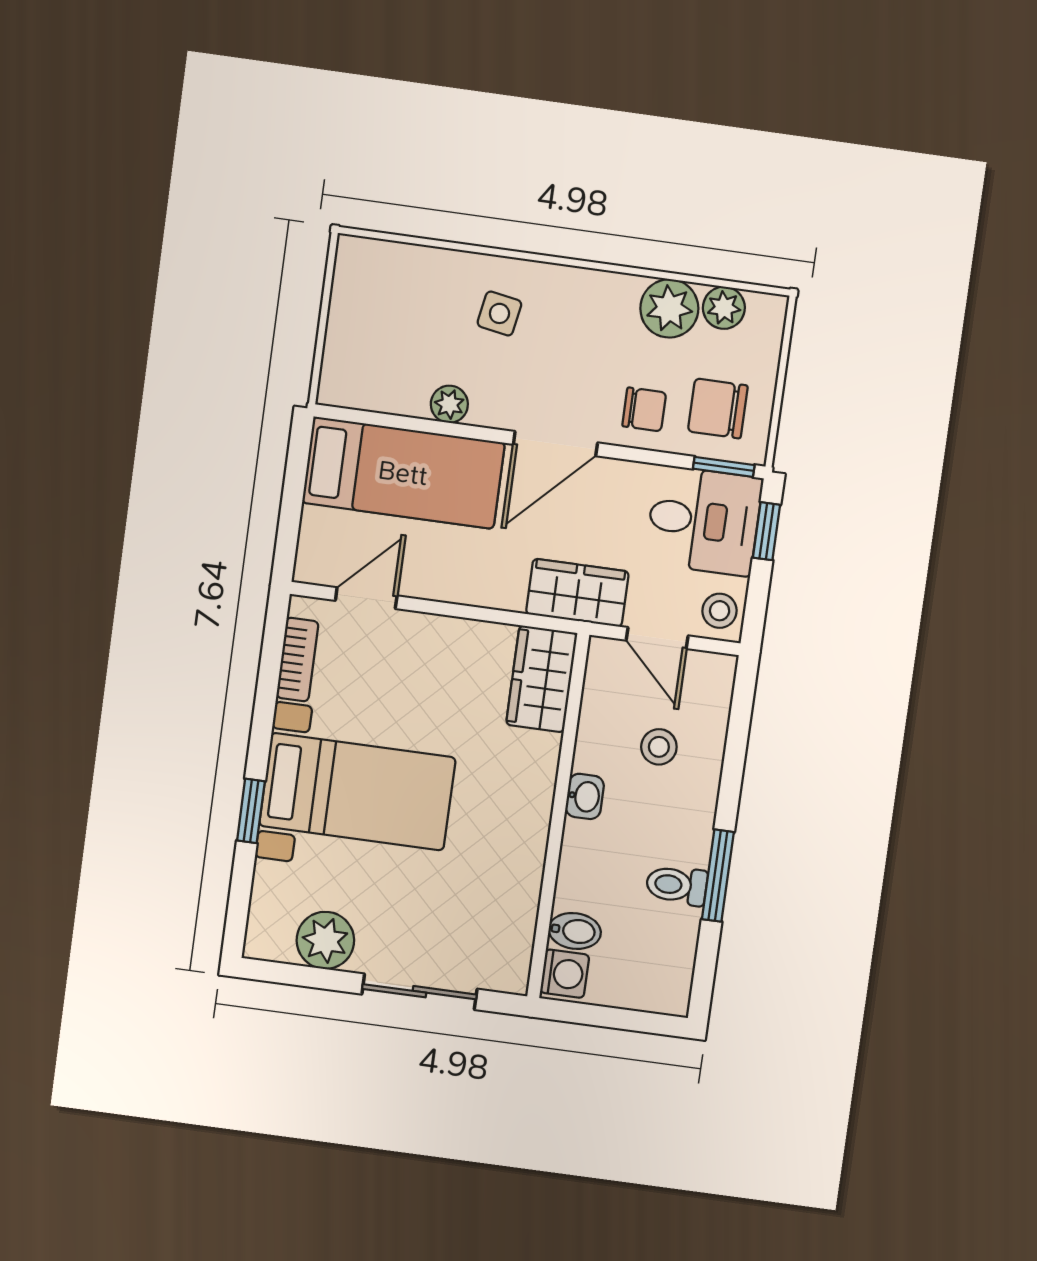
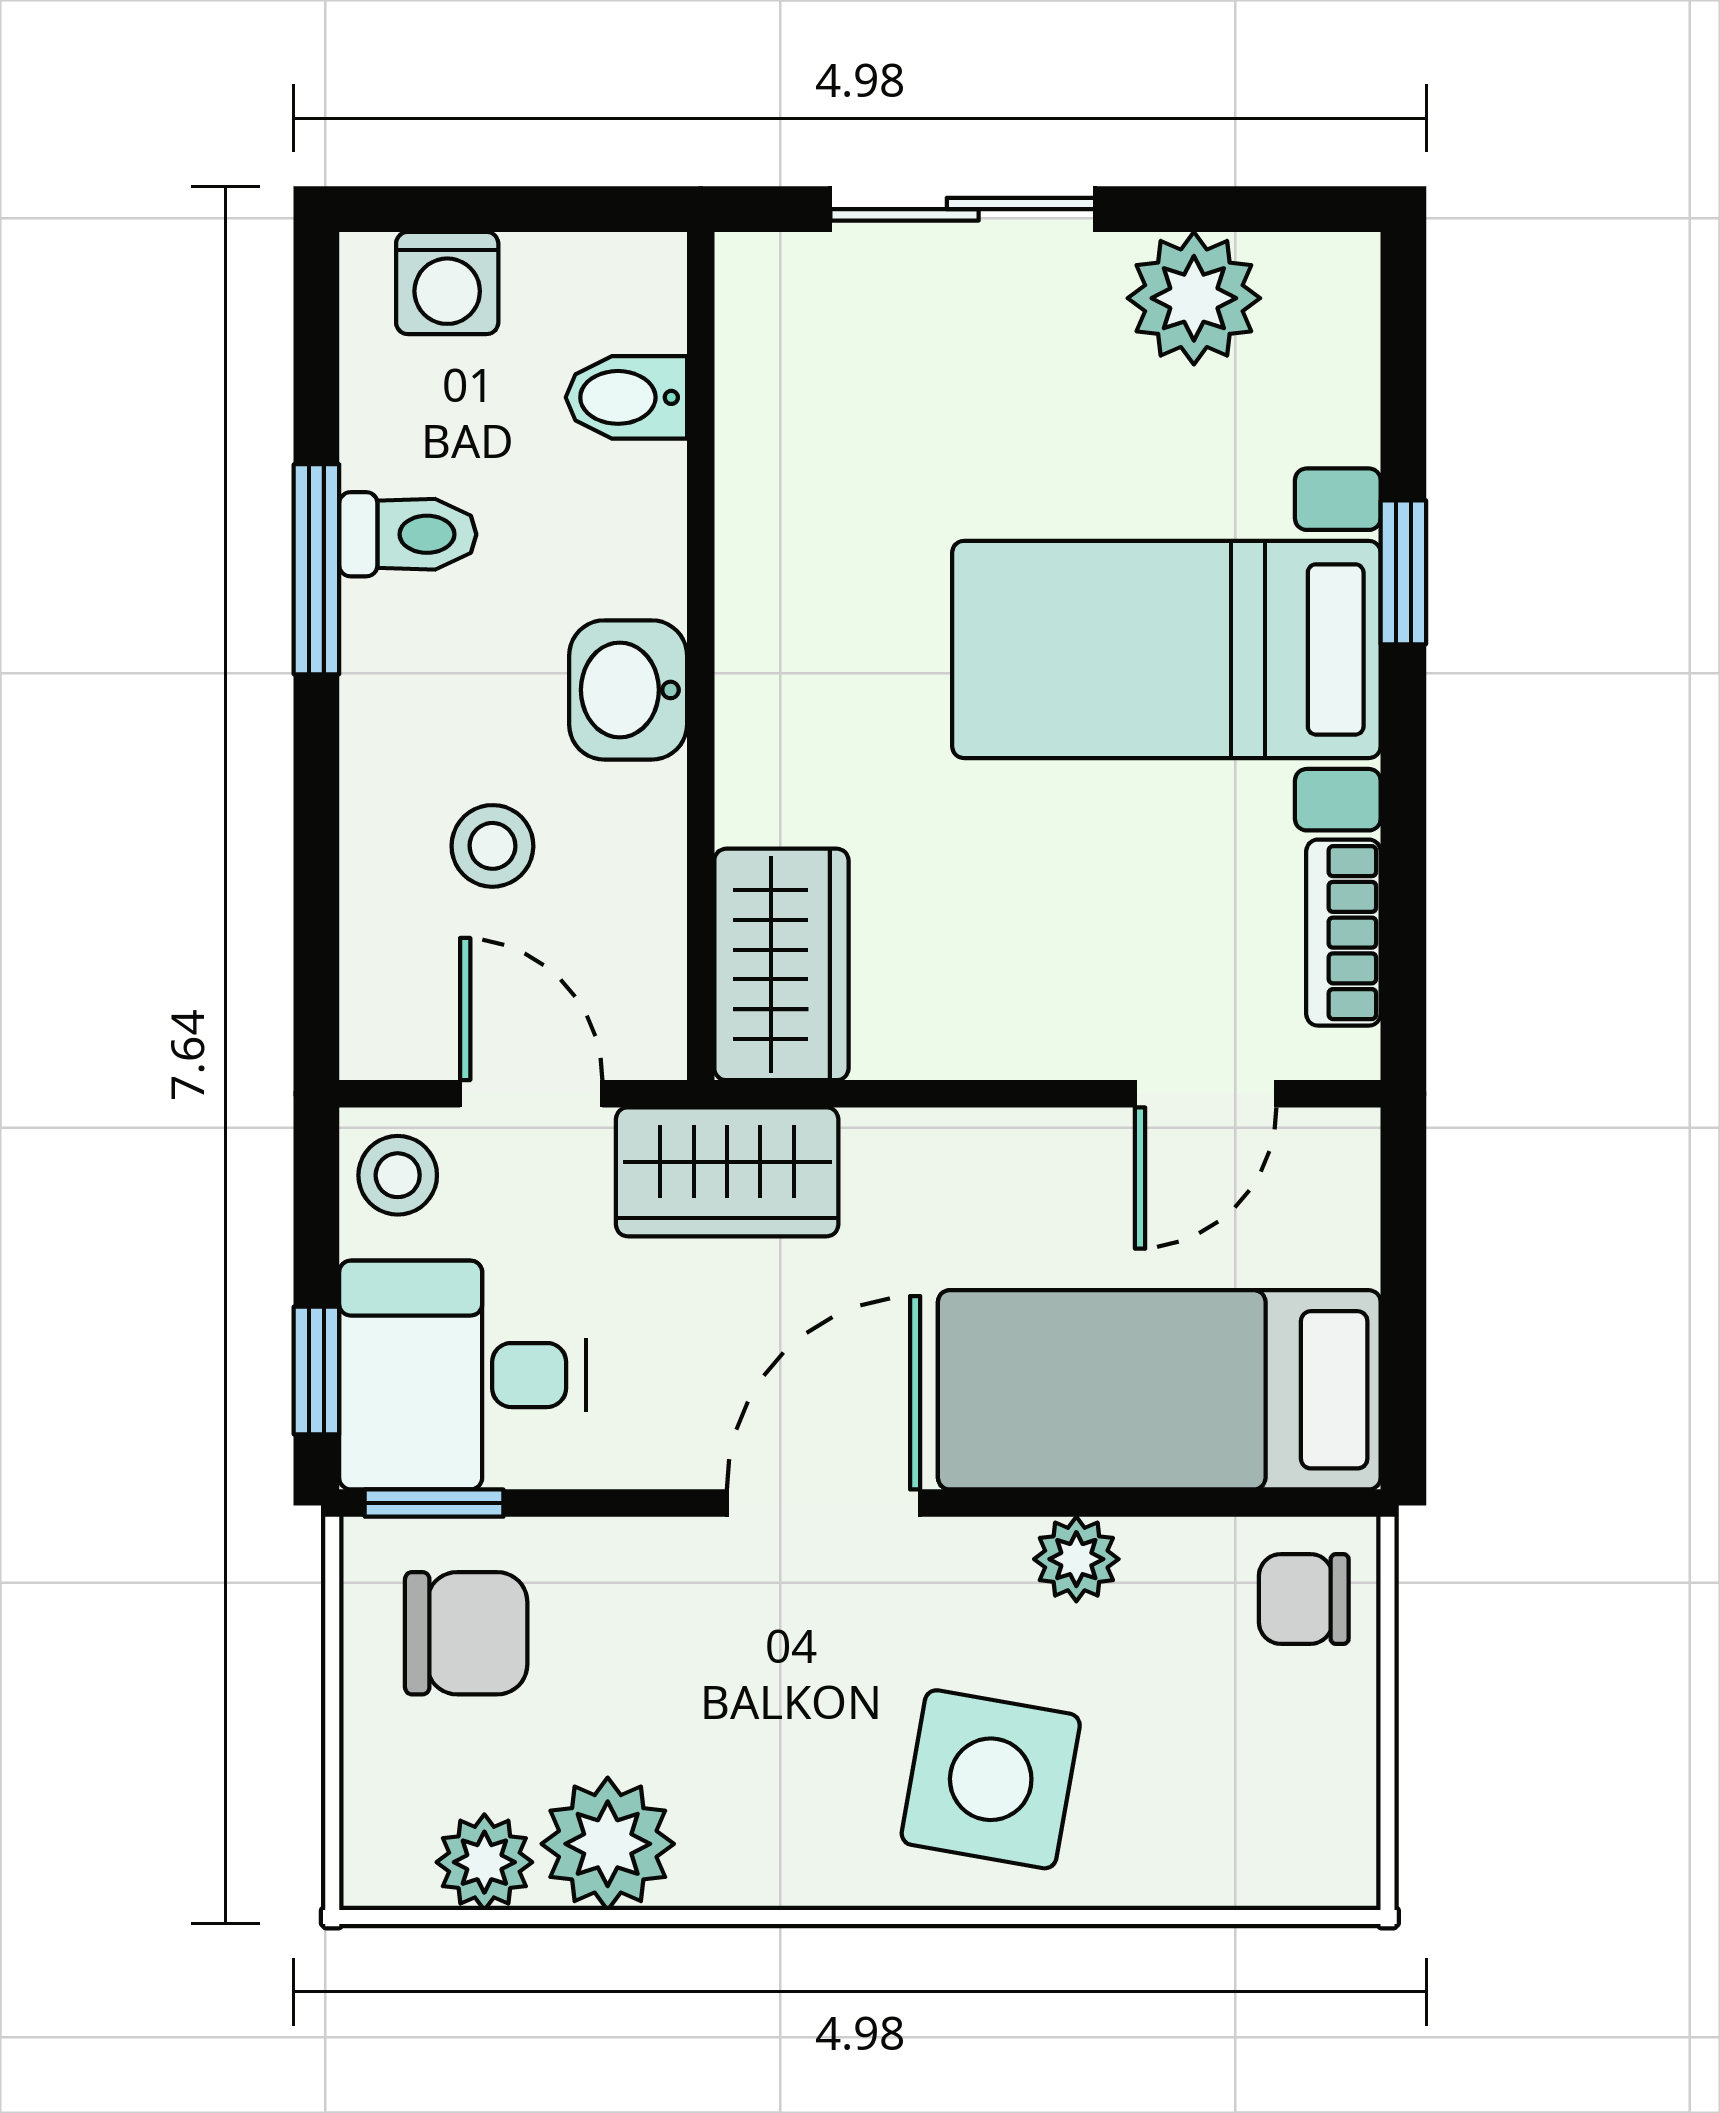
side table: (499, 313) -> (991, 1779), width x1.87, depth x1.87
chair: (644, 409) -> (1304, 1599), moved
washbasin: (585, 796) -> (628, 690), width x1.38, depth x1.45
washing machine: (565, 974) -> (447, 283), moved, turned -90

